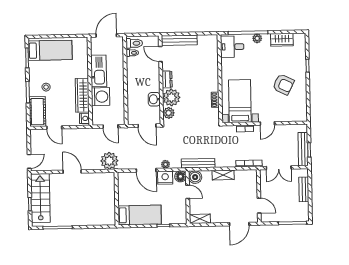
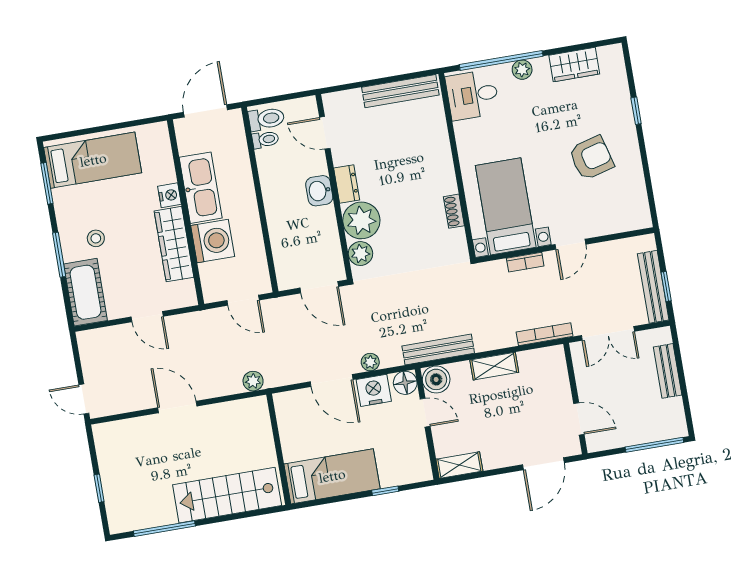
bench: (179, 40) -> (400, 91), moved
armchair: (283, 84) -> (591, 158), turned -41
washbasin: (154, 99) -> (319, 191), moved
nightstand: (84, 118) -> (170, 195), moved
door: (54, 128) -> (147, 317), moved
door: (29, 161) -> (84, 399), swing flipped
plant: (109, 161) -> (253, 381), width x0.53, depth x0.53
stairs: (40, 198) -> (227, 495), moved, turned -90

